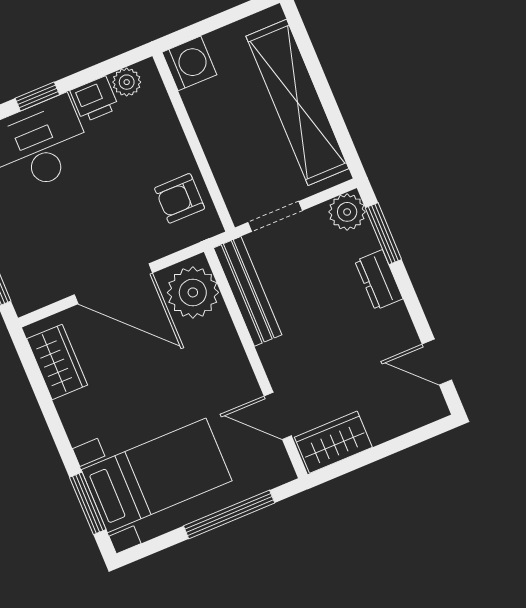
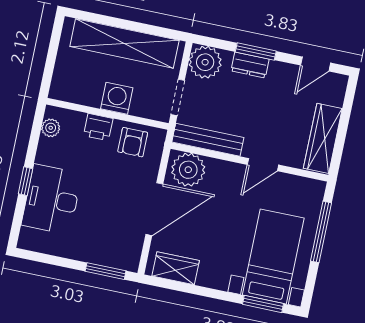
washing machine: (189, 63) -> (117, 98), moved
printer: (94, 99) -> (98, 127), moved, turned 90
plant: (347, 212) -> (205, 62), width x1.36, depth x1.36
window: (383, 234) -> (256, 52), moved
door: (278, 416) -> (263, 165), moved
wardrobe: (333, 442) -> (323, 138), width x1.50

